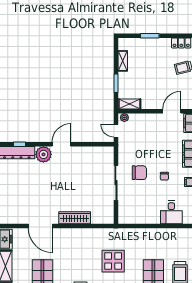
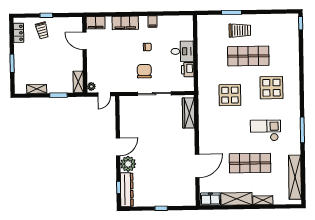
door: (61, 144) -> (118, 147), swing flipped
desk: (171, 212) -> (182, 51), moved
wardrobe: (75, 218) -> (188, 113), moved
printer: (140, 218) -> (188, 70), added

